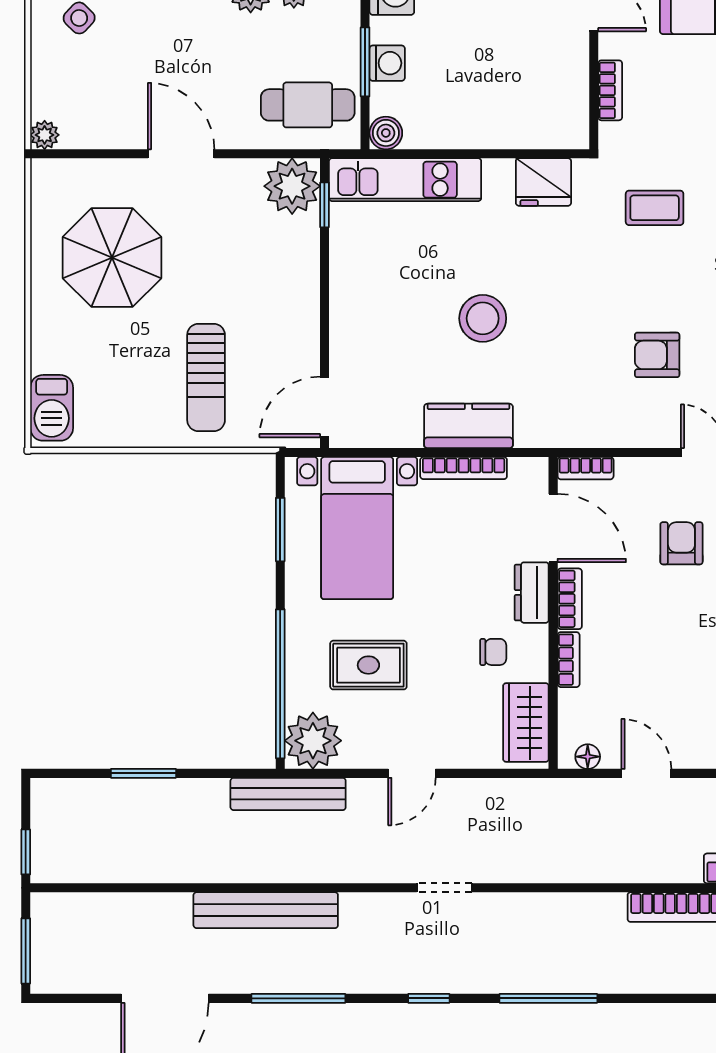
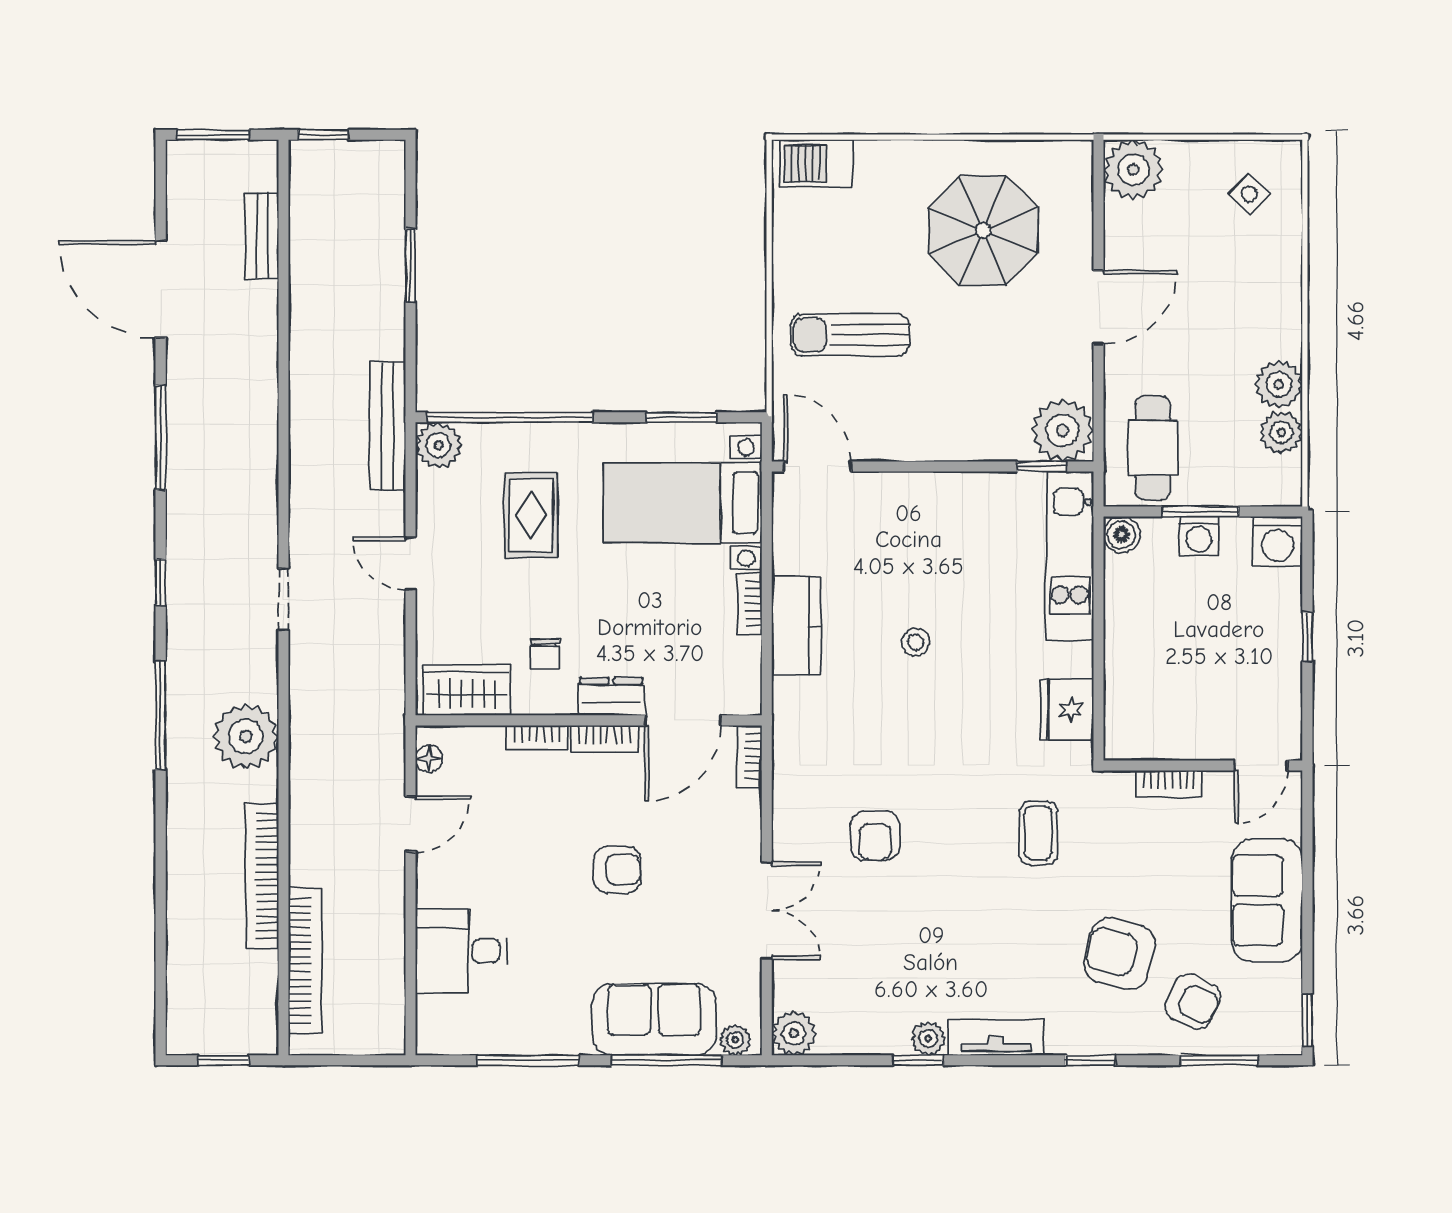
plant: (45, 135) -> (1133, 170), width x1.88, depth x1.88
stool: (483, 318) -> (916, 642), width x0.53, depth x0.53
armchair: (657, 355) -> (875, 836), turned 180
bookcase: (464, 468) -> (749, 604), width x0.64
armchair: (681, 543) -> (617, 870), moved
plant: (313, 741) -> (438, 445), width x0.73, depth x0.73
bench: (266, 910) -> (262, 236), moved, width x0.54, depth x0.82
plant: (568, 922) -> (246, 736), added

